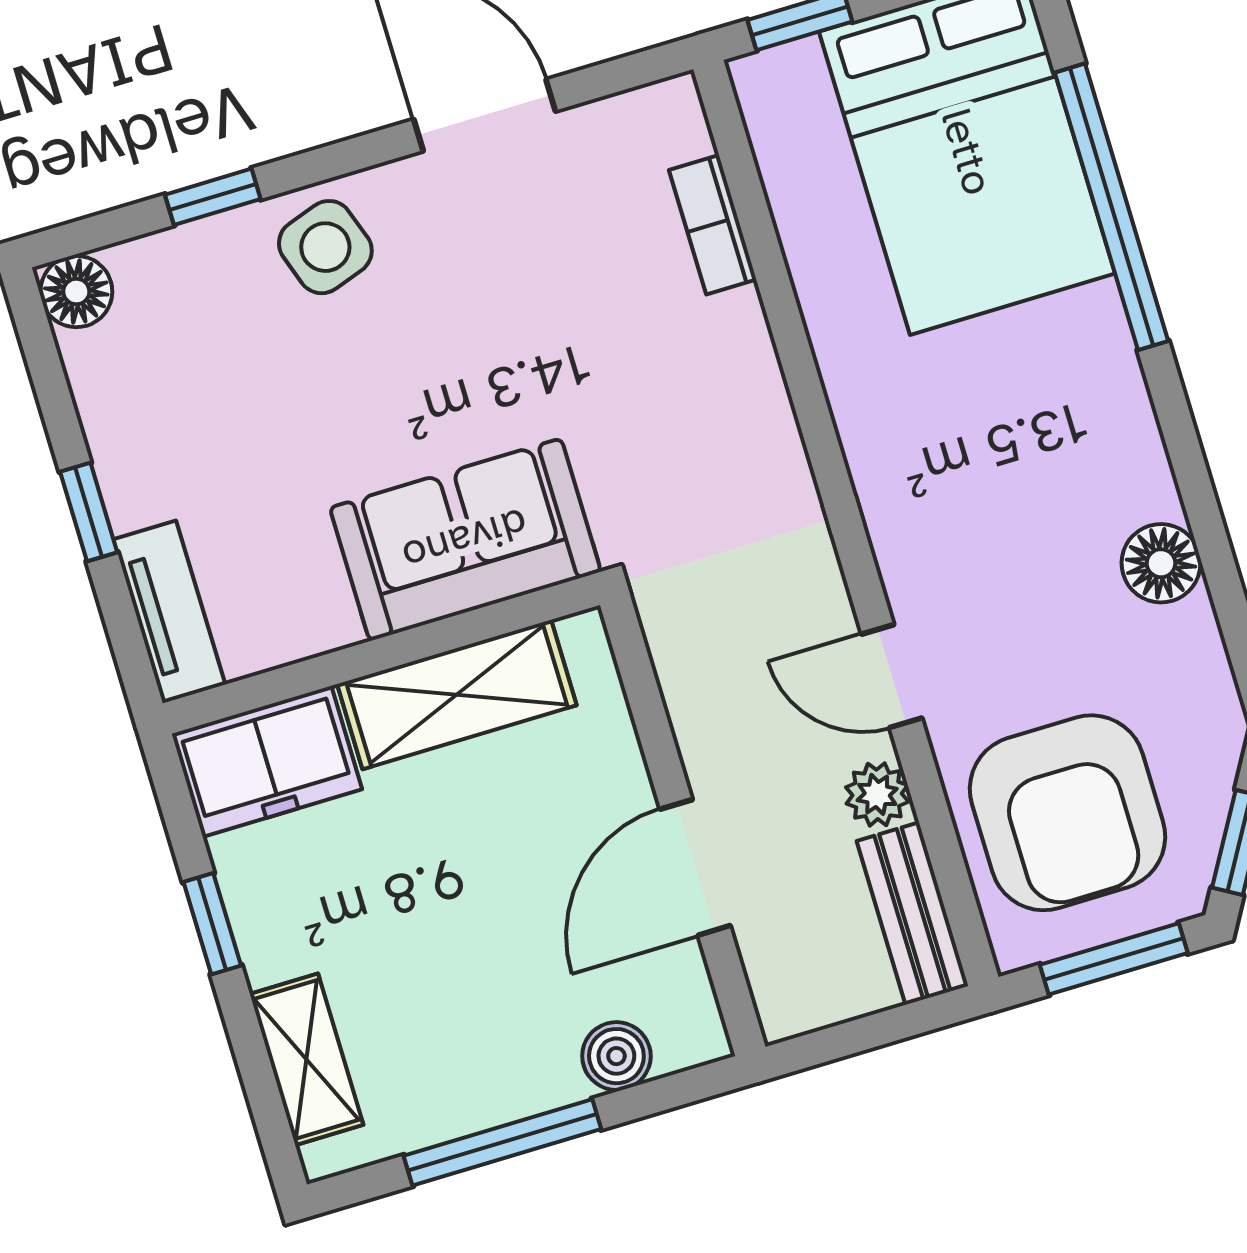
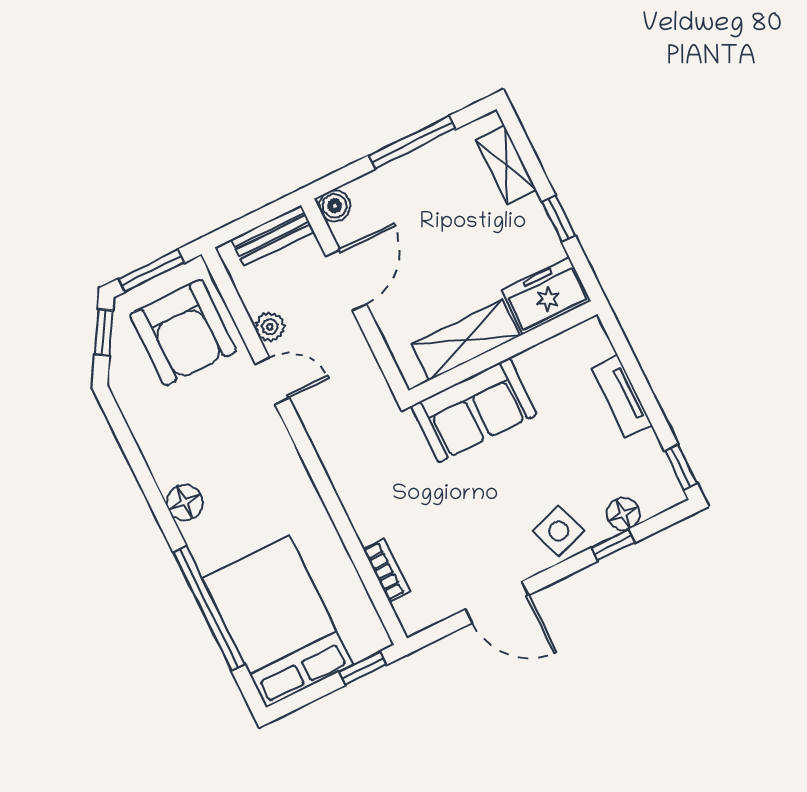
floor lamp: (76, 292) -> (623, 514), moved
window: (89, 512) -> (681, 467), moved
floor lamp: (1161, 563) -> (185, 502), moved
tv unit: (169, 612) -> (622, 397), moved
armchair: (1068, 813) -> (183, 333), turned 180
bench: (912, 913) -> (273, 236), moved, turned 90
boiler: (616, 1056) -> (335, 206), moved

